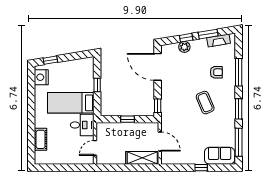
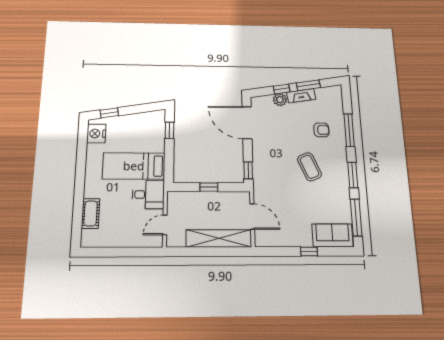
fireplace: (219, 40) -> (301, 96), moved
window: (97, 85) -> (169, 130), moved
shelving: (142, 158) -> (219, 238), width x1.47

